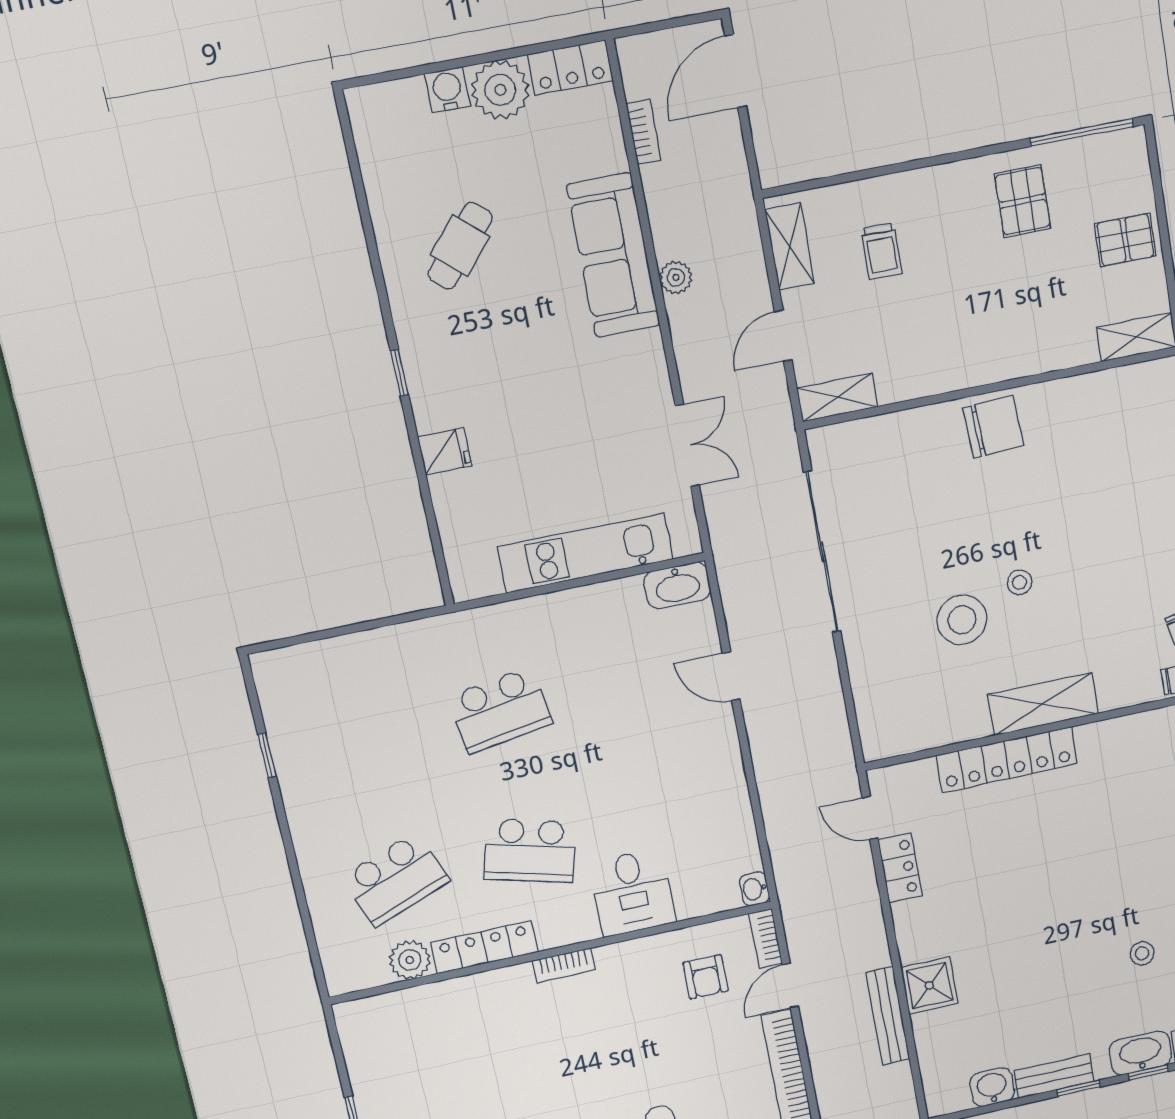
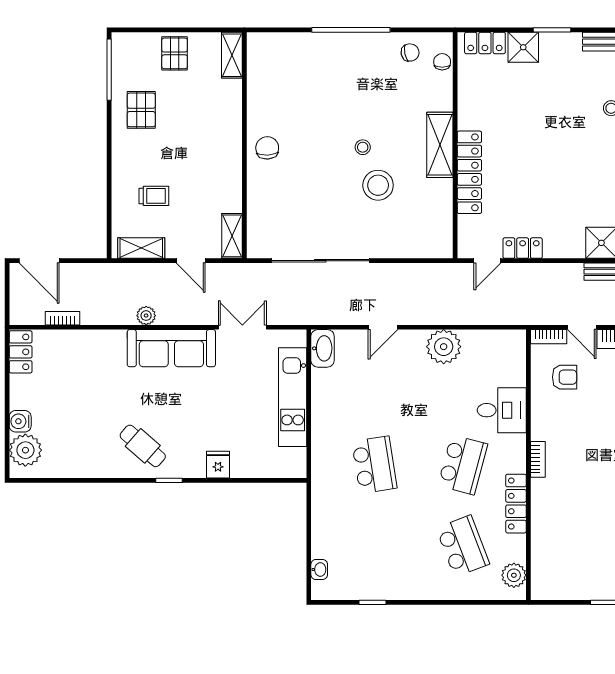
plant: (500, 90) -> (25, 450), moved
pallet: (1023, 201) -> (141, 110), turned 90
cafe table: (460, 246) -> (143, 446), moved
sofa: (613, 255) -> (171, 348), moved
chair: (993, 427) -> (267, 148), width x0.73, depth x0.73
plant: (718, 779) -> (444, 347), added
washbasin: (754, 889) -> (319, 570), moved, turned -90
plant: (410, 960) -> (514, 575), moved

